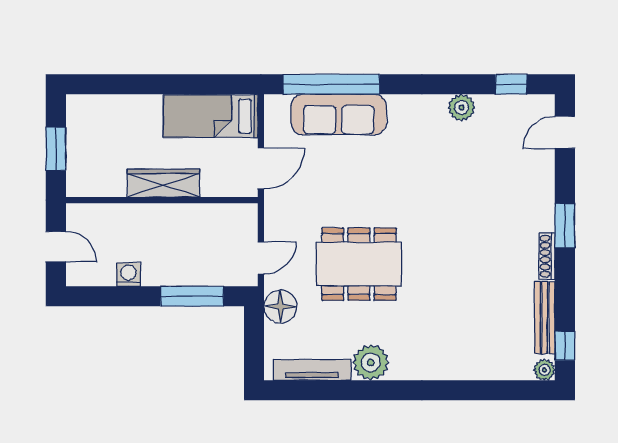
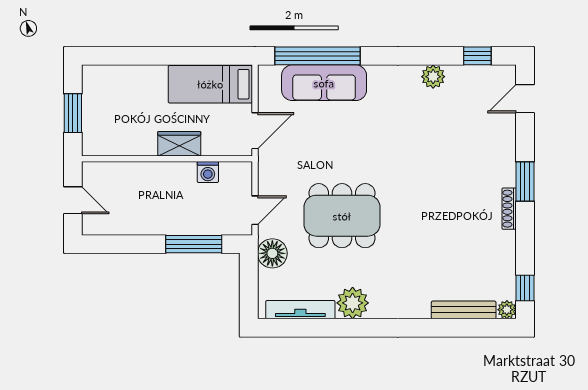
wardrobe: (164, 183) -> (179, 144), width x0.67
washing machine: (128, 274) -> (208, 172), moved, turned 180
bench: (545, 318) -> (464, 310), moved, turned 90

